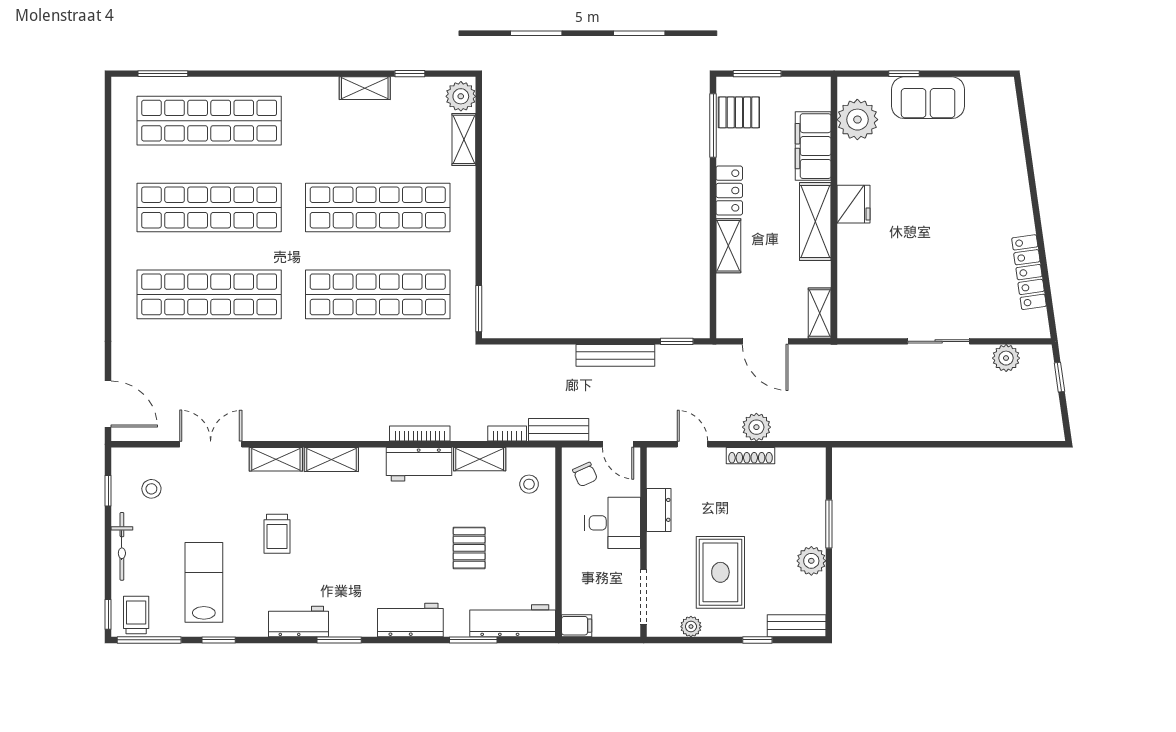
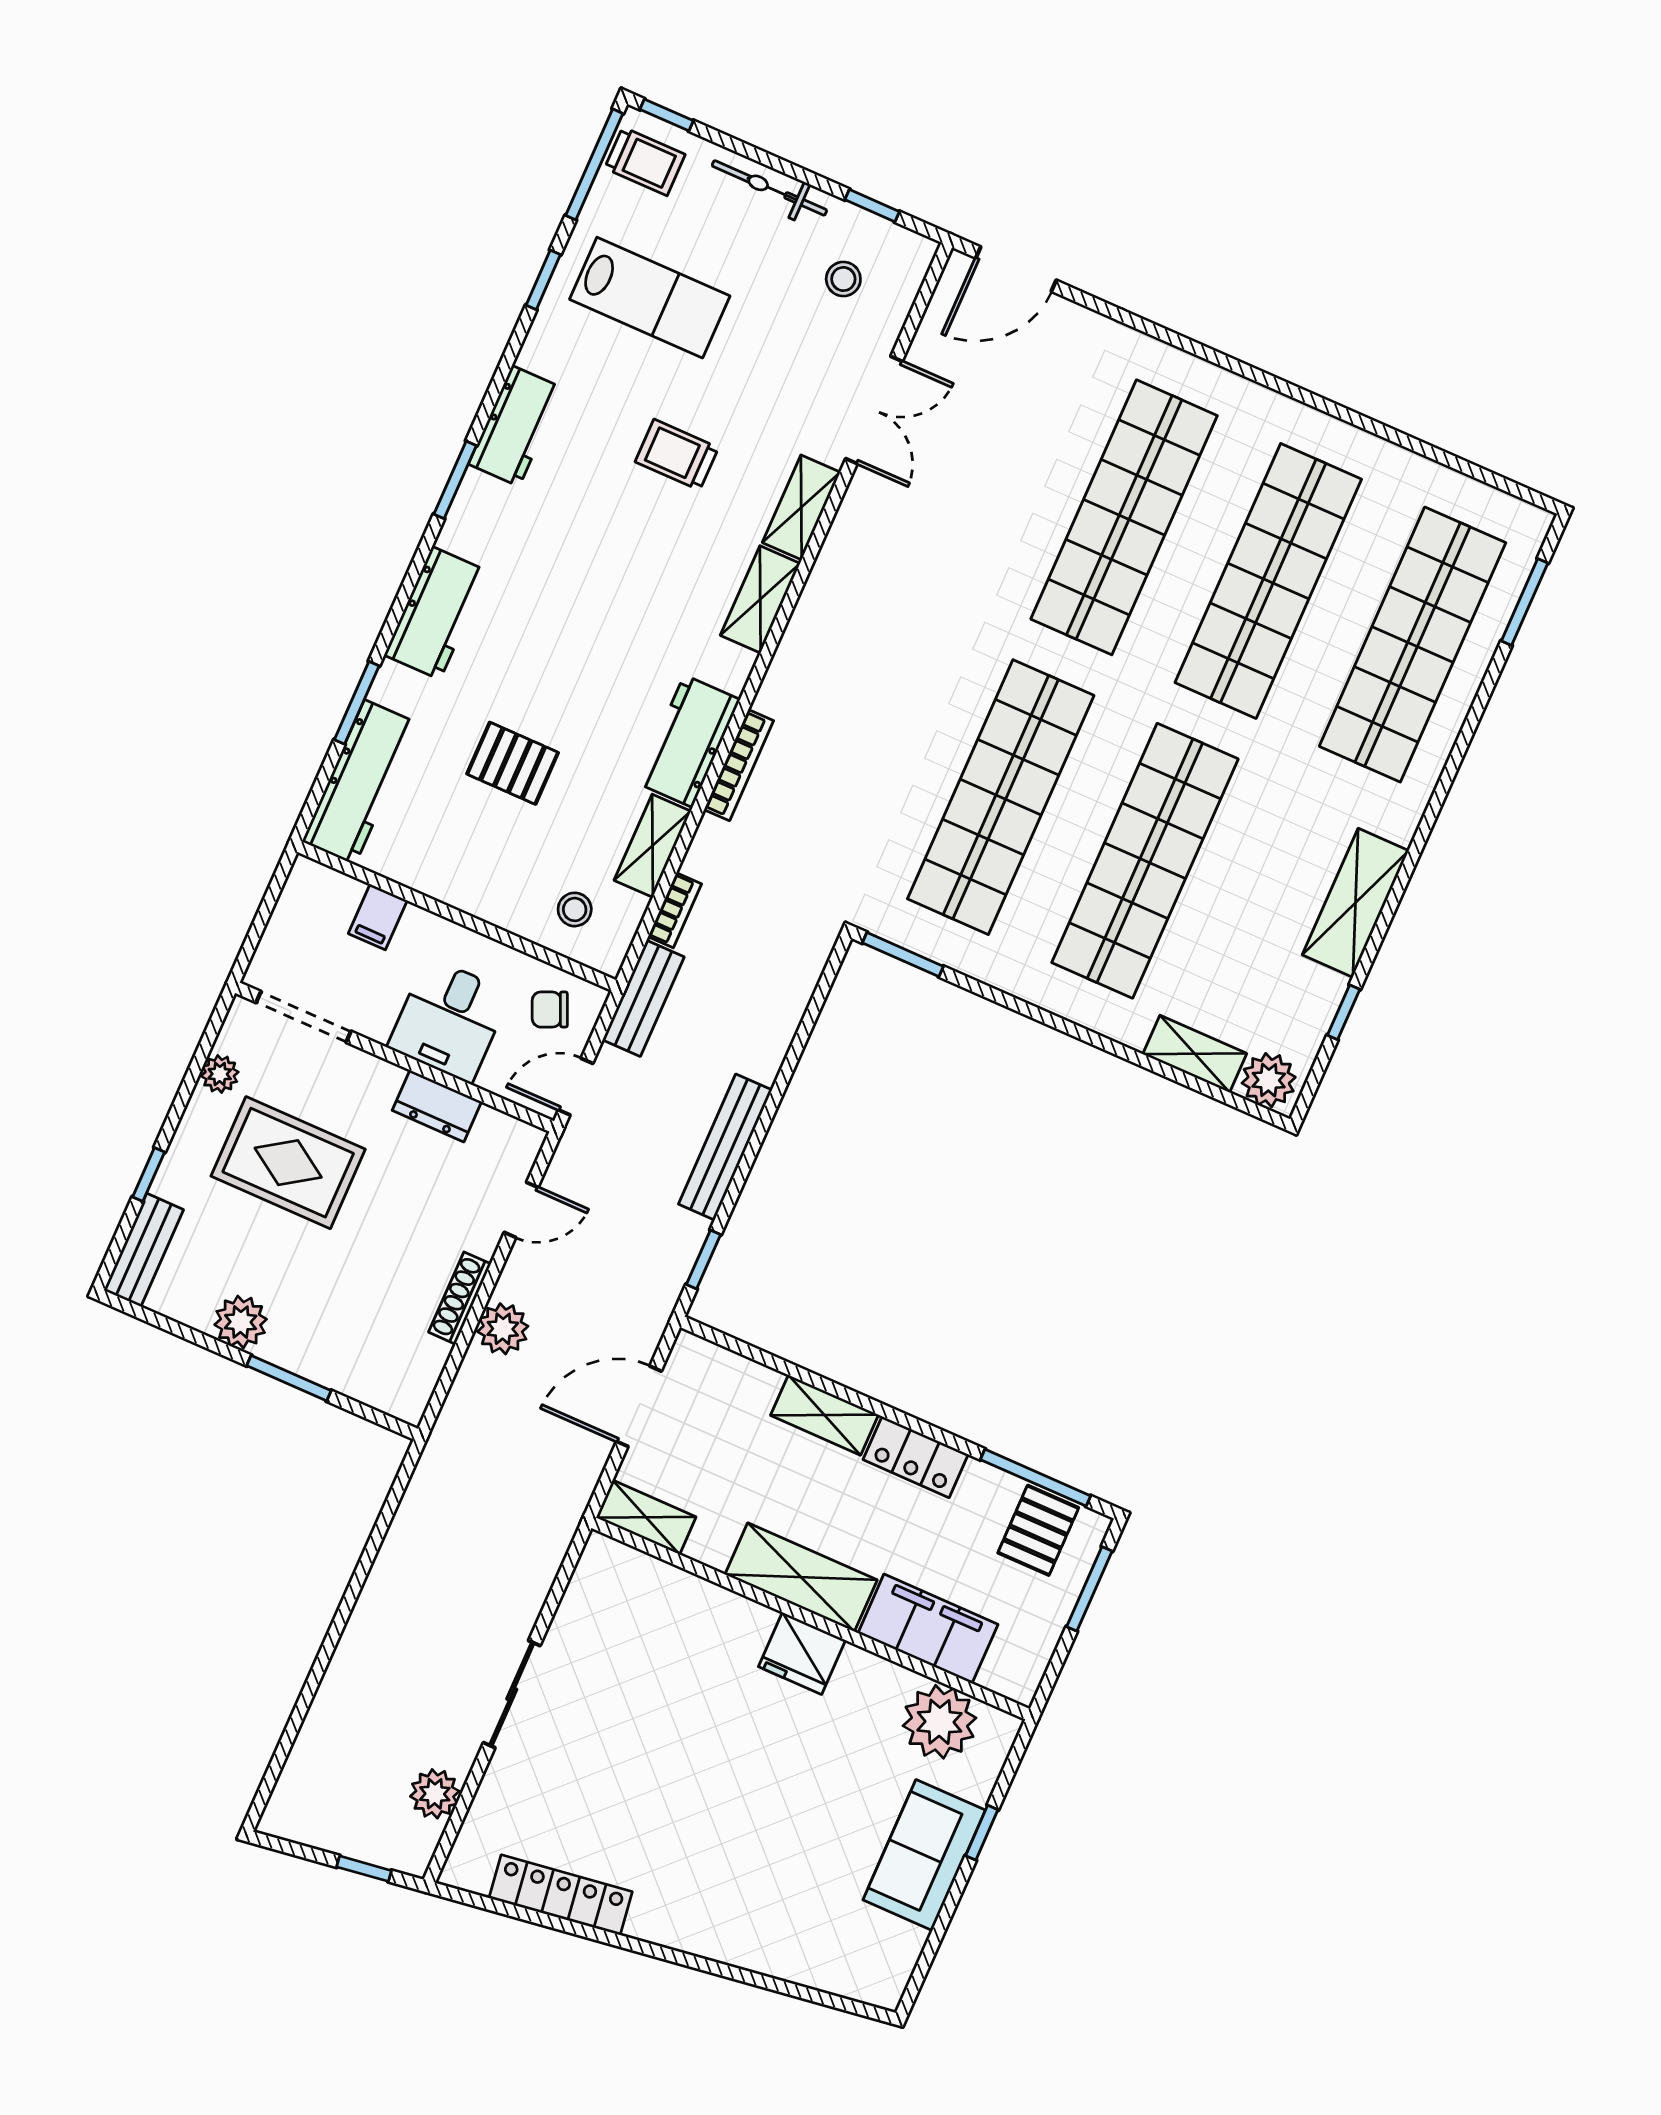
shelving: (365, 88) -> (1355, 903), width x1.50, depth x1.33
filing cabinet: (577, 626) -> (378, 917), moved

